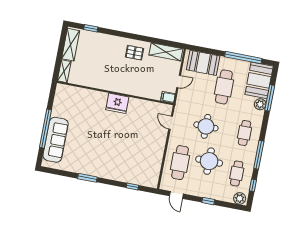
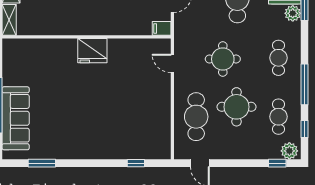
window: (87, 178) -> (42, 163), moved
window: (208, 201) -> (277, 163), moved

